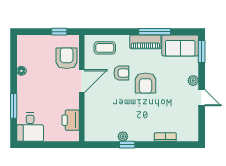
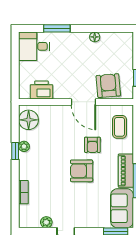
armchair: (67, 58) -> (108, 86), turned -95
plant: (193, 81) -> (46, 222), moved
floor lamp: (98, 132) -> (29, 120), added

